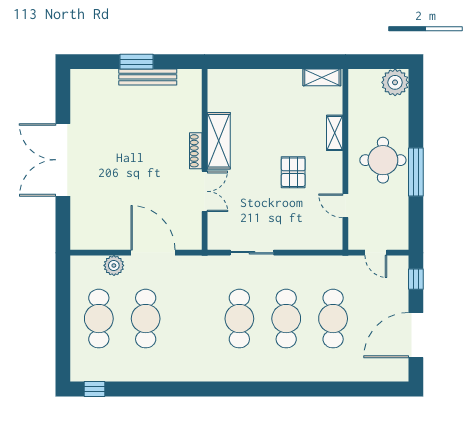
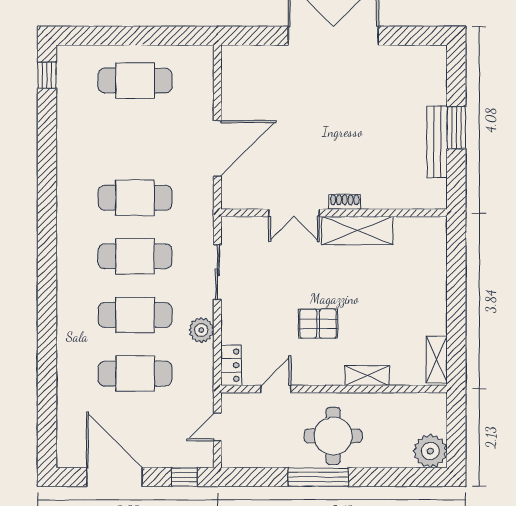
shoe rack: (196, 151) -> (345, 202), width x0.70
locker: (326, 242) -> (231, 365), added
plant: (114, 265) -> (201, 330), moved
cafe table: (146, 319) -> (135, 198), moved

